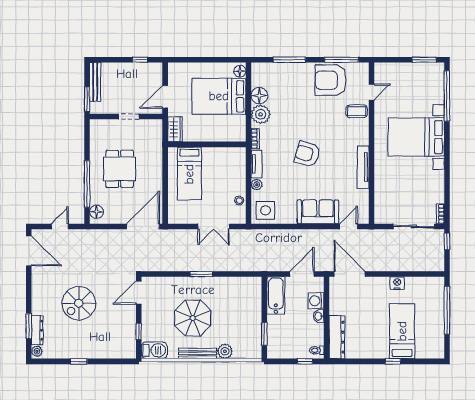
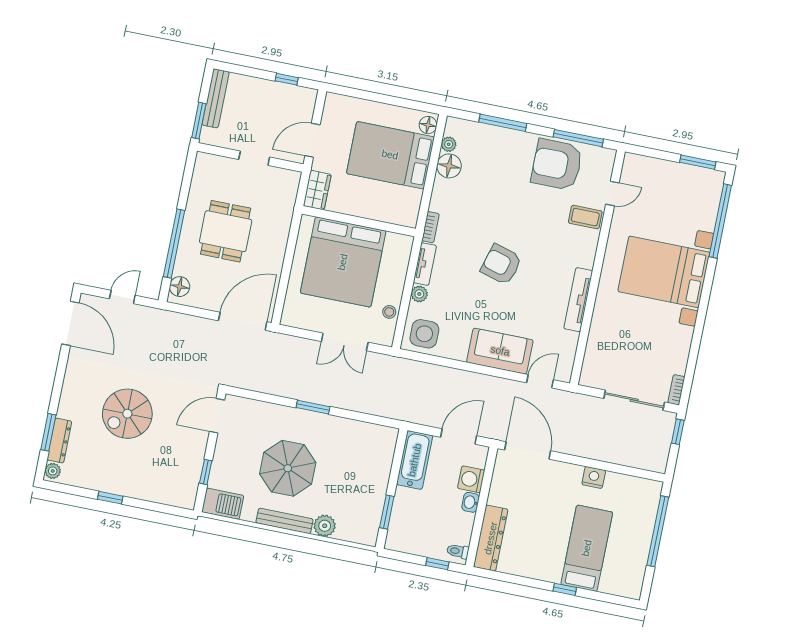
plant: (261, 114) -> (449, 144), moved, width x0.53, depth x0.53
bed: (189, 174) -> (343, 262), width x2.04

